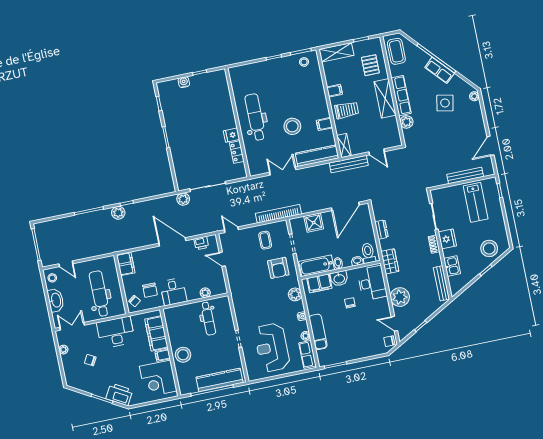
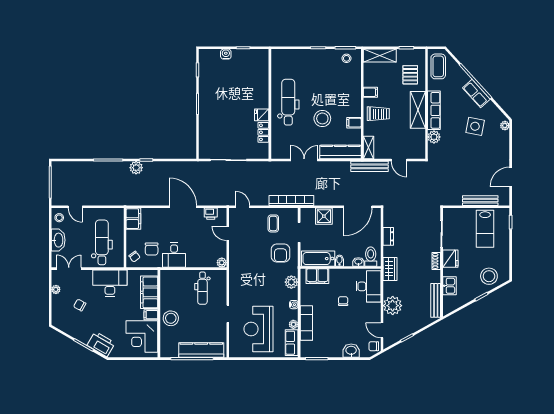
plant: (183, 199) -> (202, 167), removed
washbasin: (339, 278) -> (351, 351), moved, turned 180
plant: (205, 293) -> (222, 263), moved

